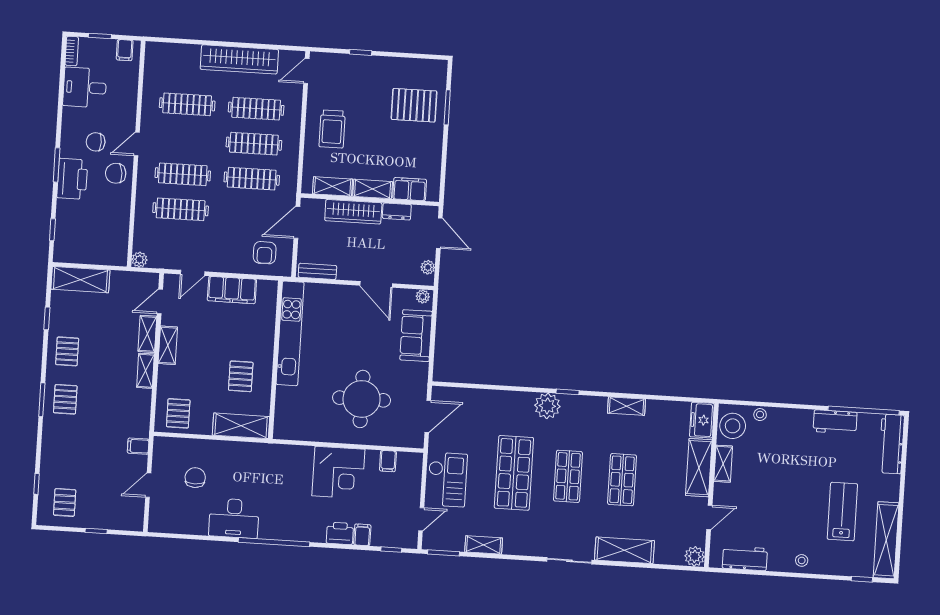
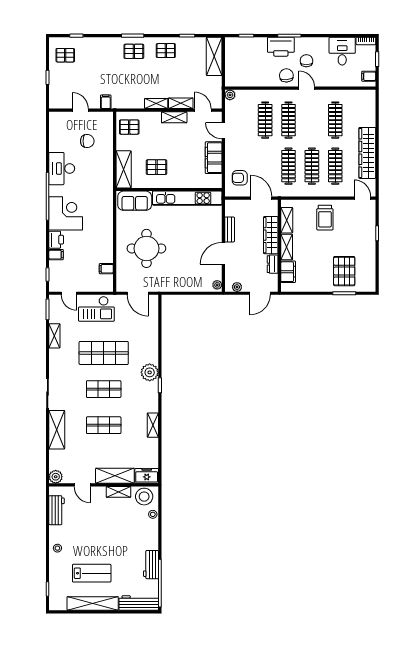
trolley: (332, 129) -> (325, 218), turned -90
bench: (317, 271) -> (230, 229), moved
sofa: (416, 336) -> (135, 201), moved, turned 180
corner desk: (338, 473) -> (66, 213), moved, turned 180
shelving: (886, 540) -> (93, 603), moved

